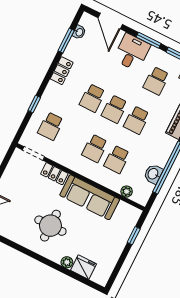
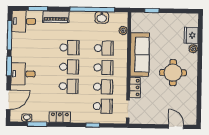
school desk: (156, 81) -> (103, 87), moved

